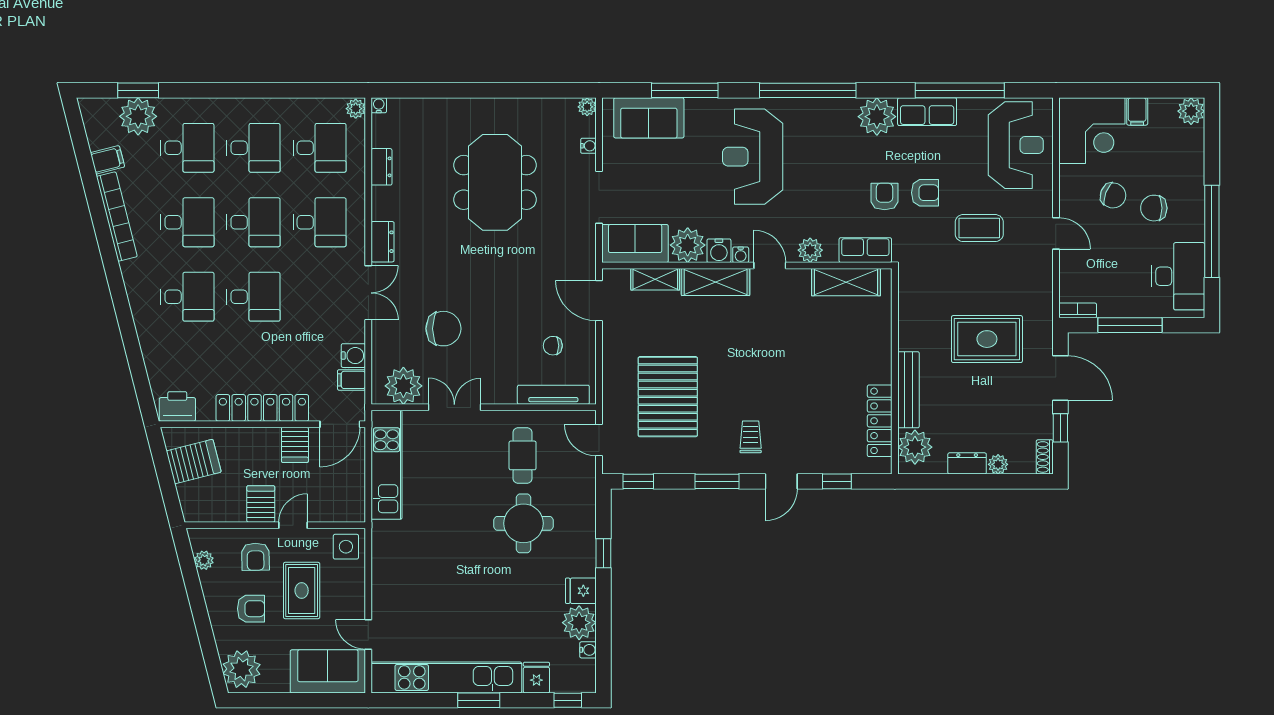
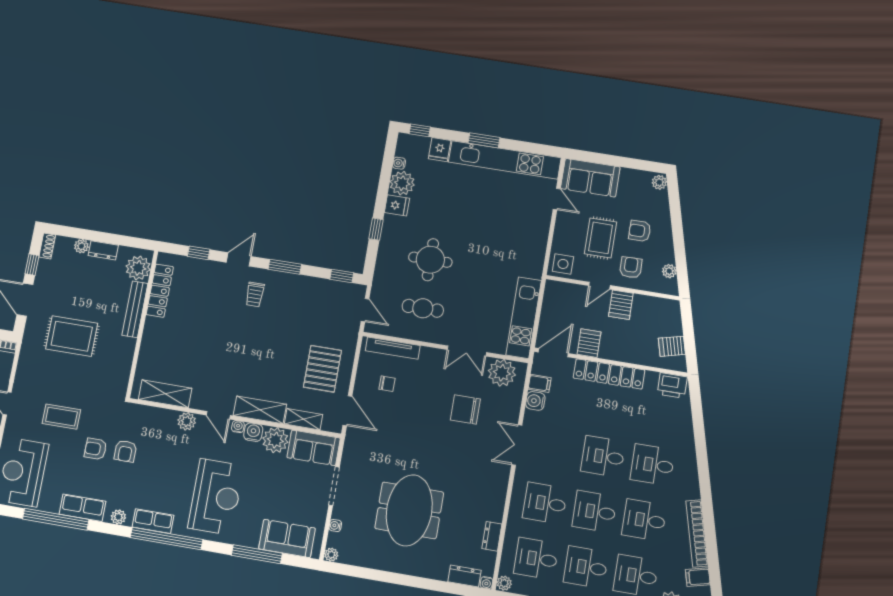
plant: (877, 117) -> (118, 517), width x0.53, depth x0.53
dresser: (383, 242) -> (465, 576), moved, turned 90
row of seats: (865, 250) -> (153, 521), moved, turned 180
pallet: (668, 397) -> (322, 369), moved, width x0.73, depth x0.71
cafe table: (523, 455) -> (423, 308), turned 90
server rack: (194, 462) -> (672, 346), width x0.73, depth x0.70
plant: (241, 669) -> (659, 182), width x0.53, depth x0.53

